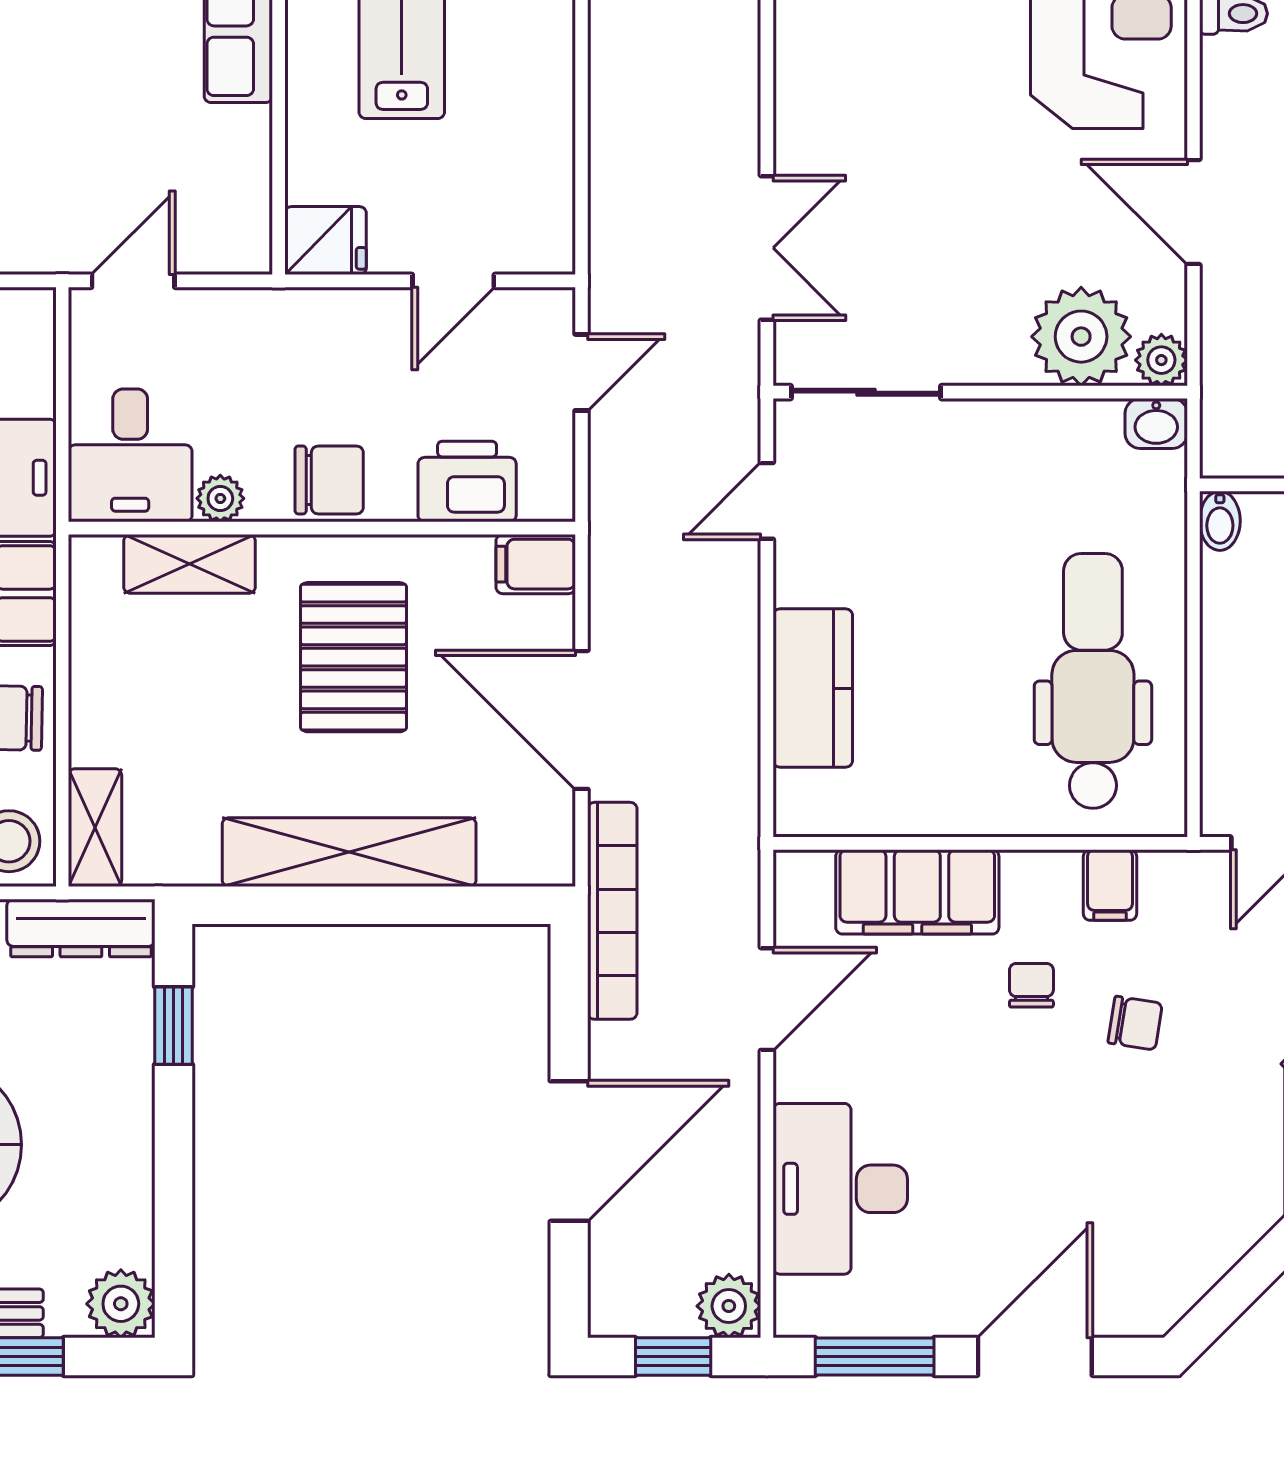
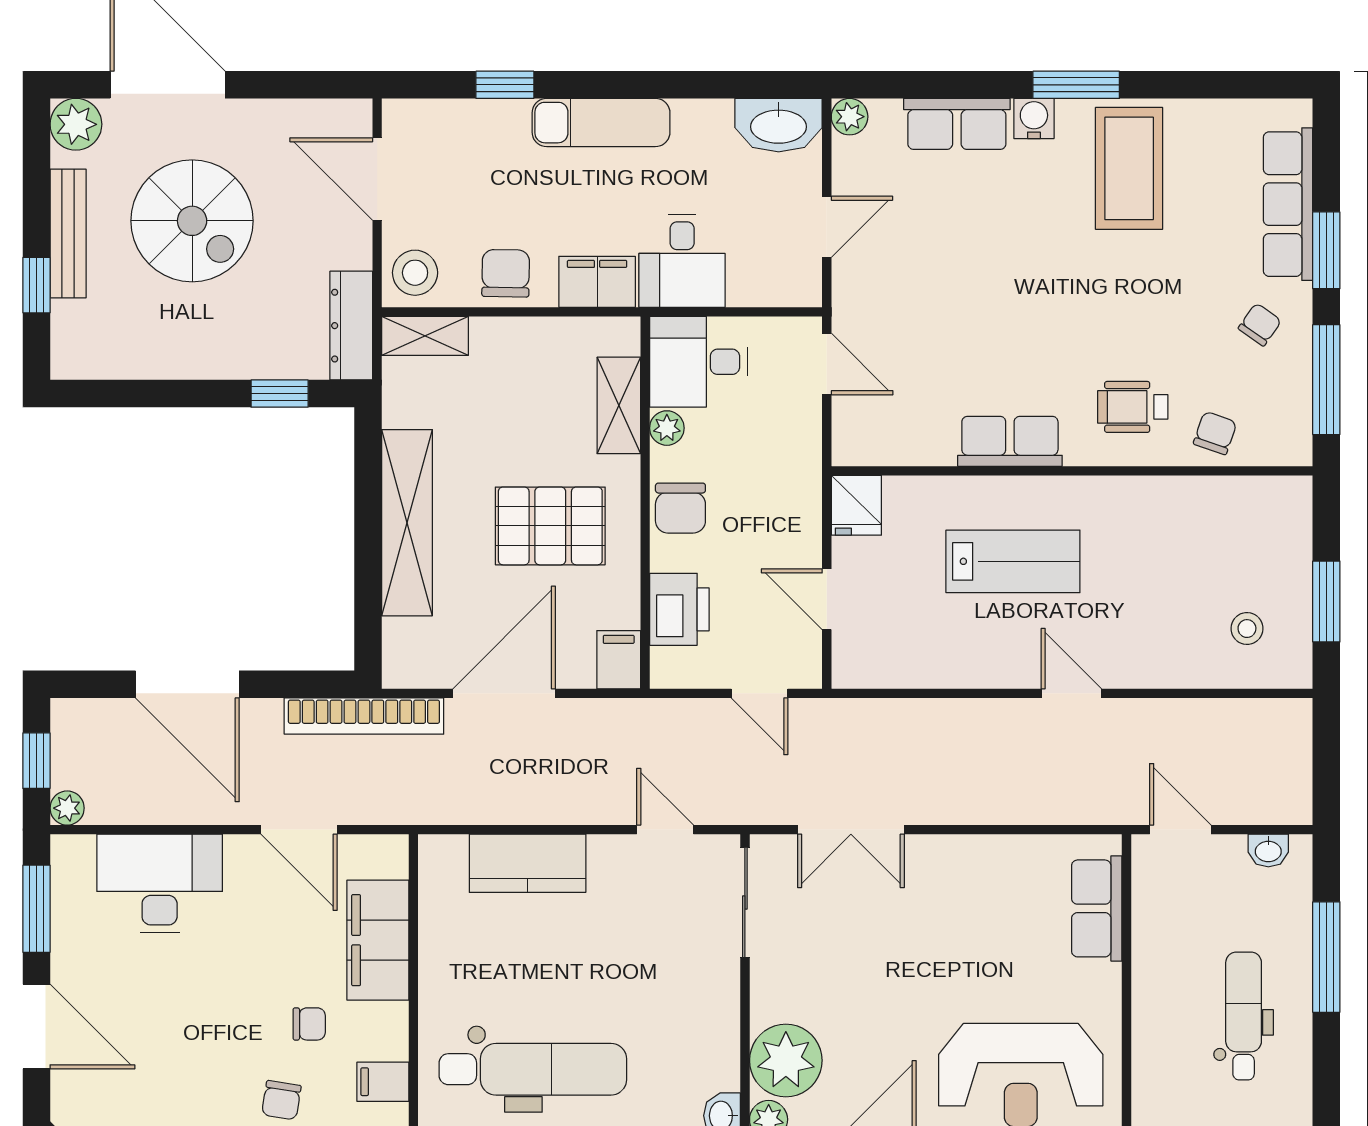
plant: (121, 1304) -> (75, 355), removed
plant: (729, 1306) -> (67, 808), width x0.73, depth x0.73

